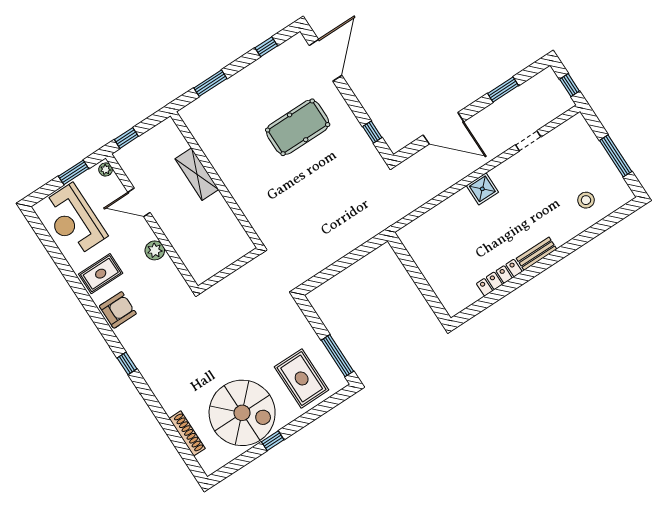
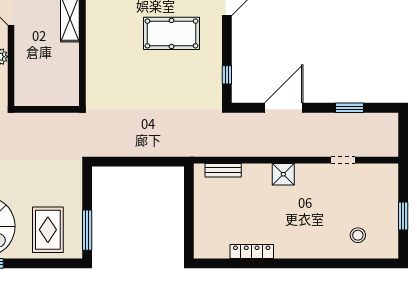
window: (570, 85) -> (403, 138), removed
door: (443, 128) -> (284, 108), swing flipped
window: (616, 156) -> (403, 216), width x0.69
bench: (537, 254) -> (223, 170), moved

